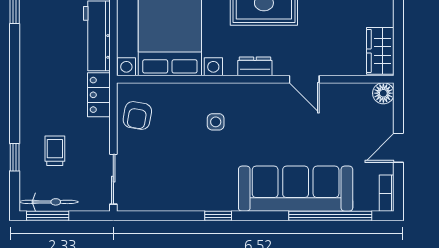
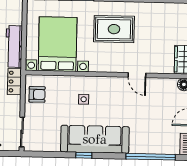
dresser: (255, 66) -> (108, 67), removed
armchair: (137, 115) -> (37, 94), turned -100
sofa: (296, 189) -> (95, 139), moved

